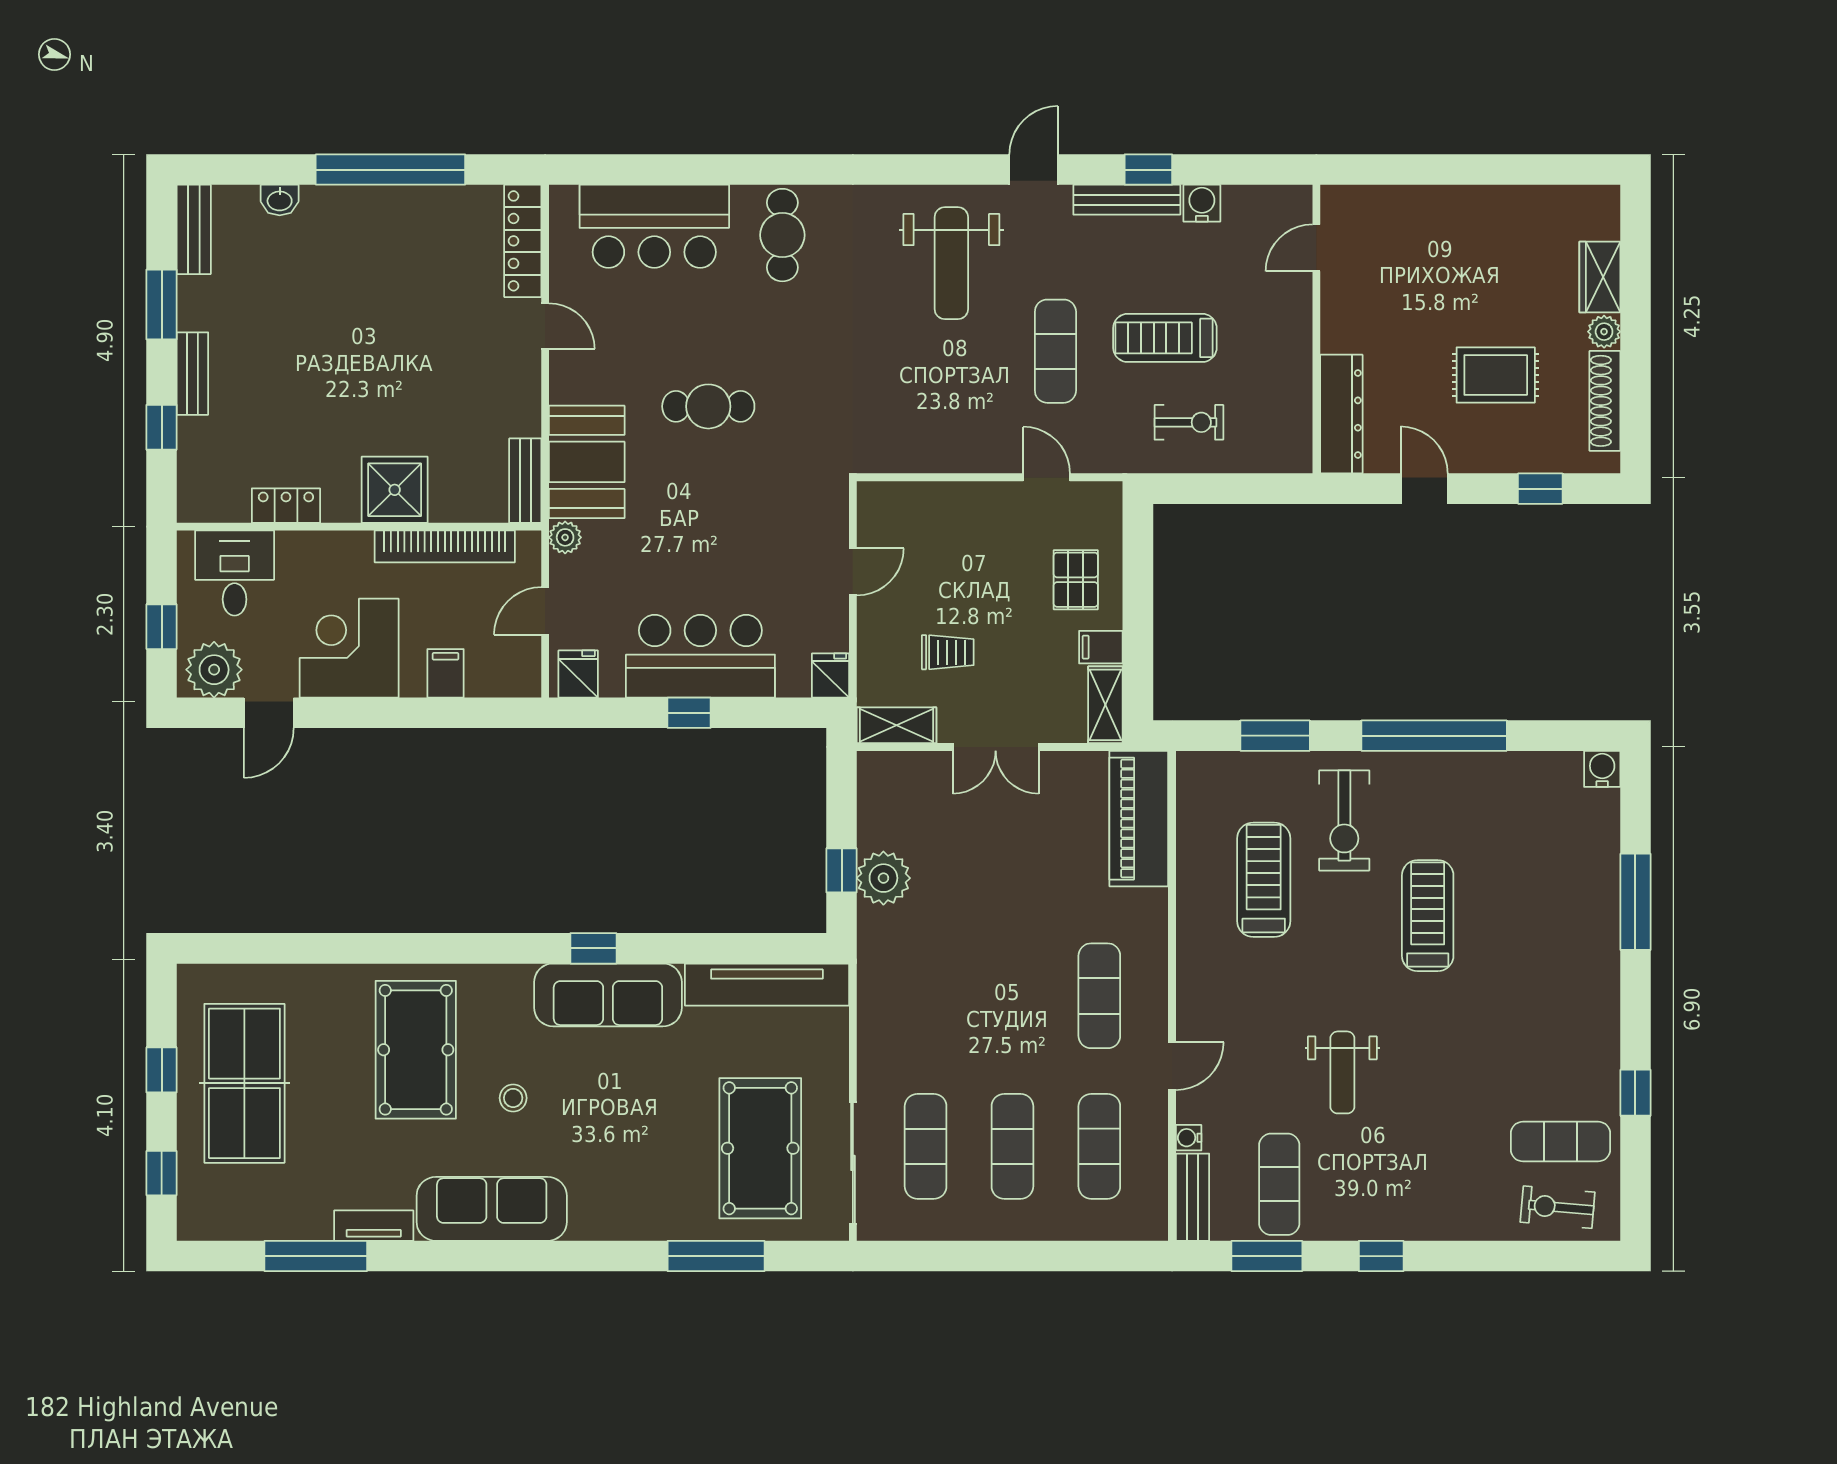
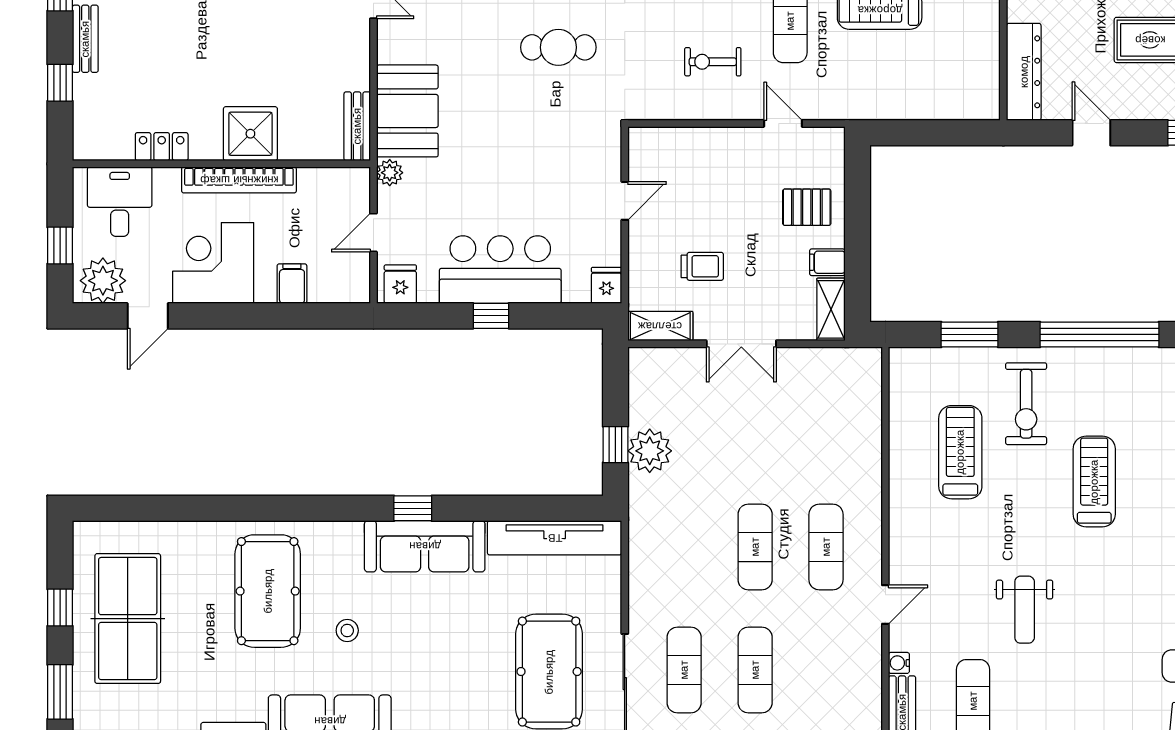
cafe table: (708, 406) -> (558, 47), moved
exercise bike: (1189, 422) -> (713, 62), moved, turned 180
bookcase: (445, 546) -> (239, 180), moved
pallet: (1076, 580) -> (807, 207), turned 90
piano: (1139, 819) -> (858, 402), removed
exercise mat: (1099, 1146) -> (755, 547), moved
window: (162, 1173) -> (60, 692), width x1.50

